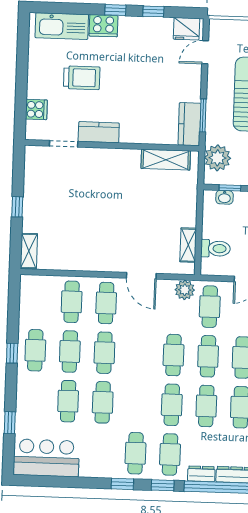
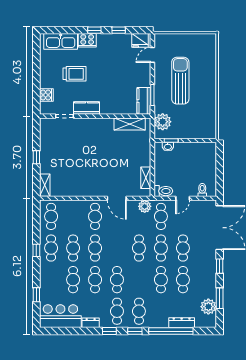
toilet: (216, 248) -> (163, 191), moved
cafe table: (72, 302) -> (51, 216), moved
cafe table: (172, 405) -> (117, 280), moved
dresser: (201, 474) -> (91, 323), moved

